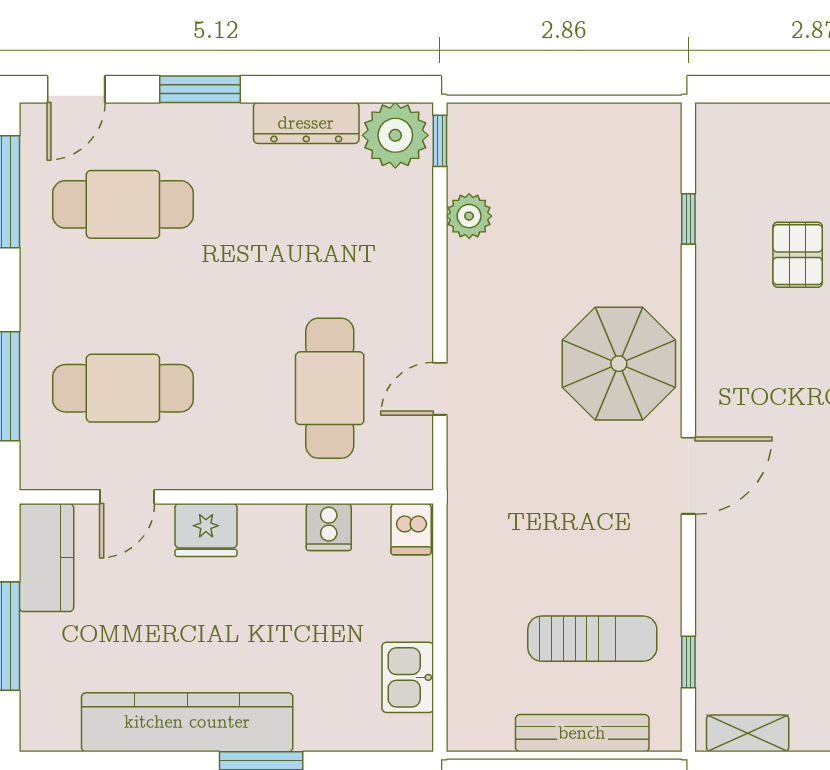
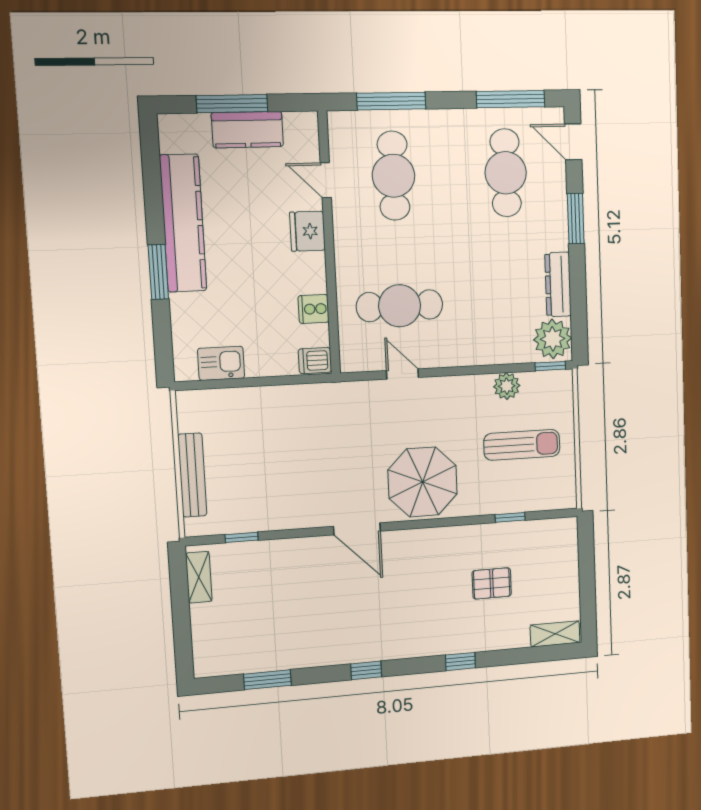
kitchen counter: (46, 558) -> (247, 130), moved
sun lounger: (592, 639) -> (522, 445), moved, turned -90

